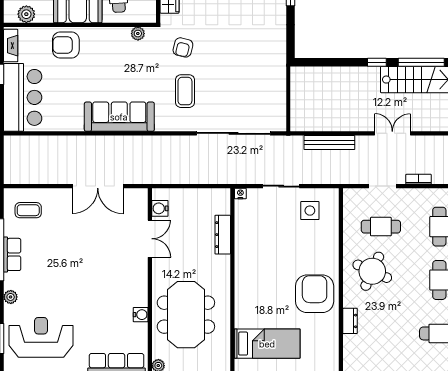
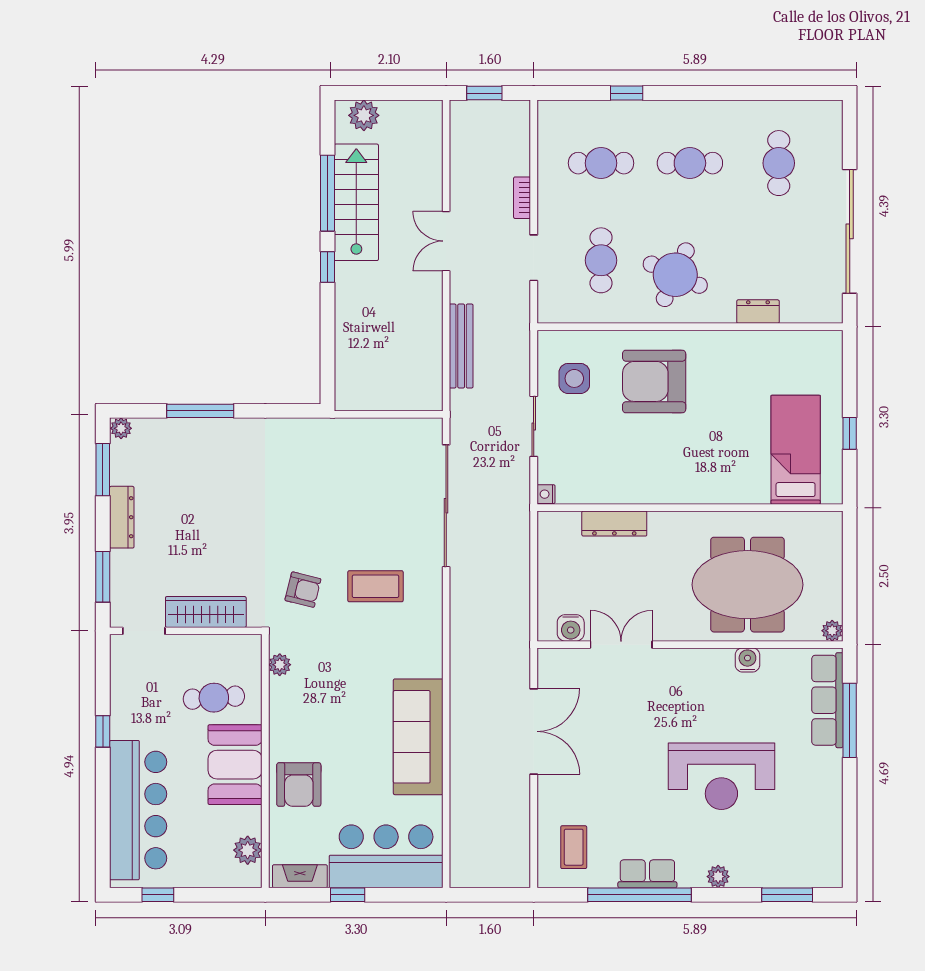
sofa: (119, 117) -> (418, 737), moved
armchair: (315, 294) -> (654, 381), moved
reception desk: (41, 337) -> (721, 776), moved, turned -90

